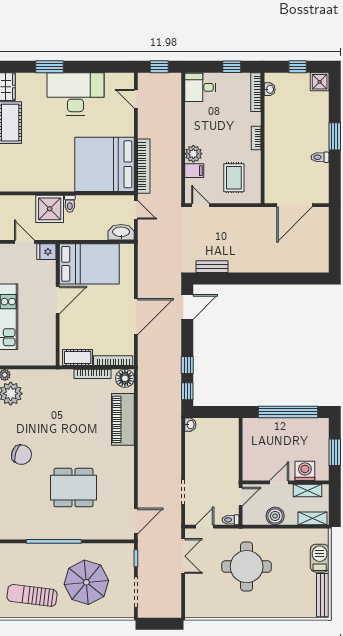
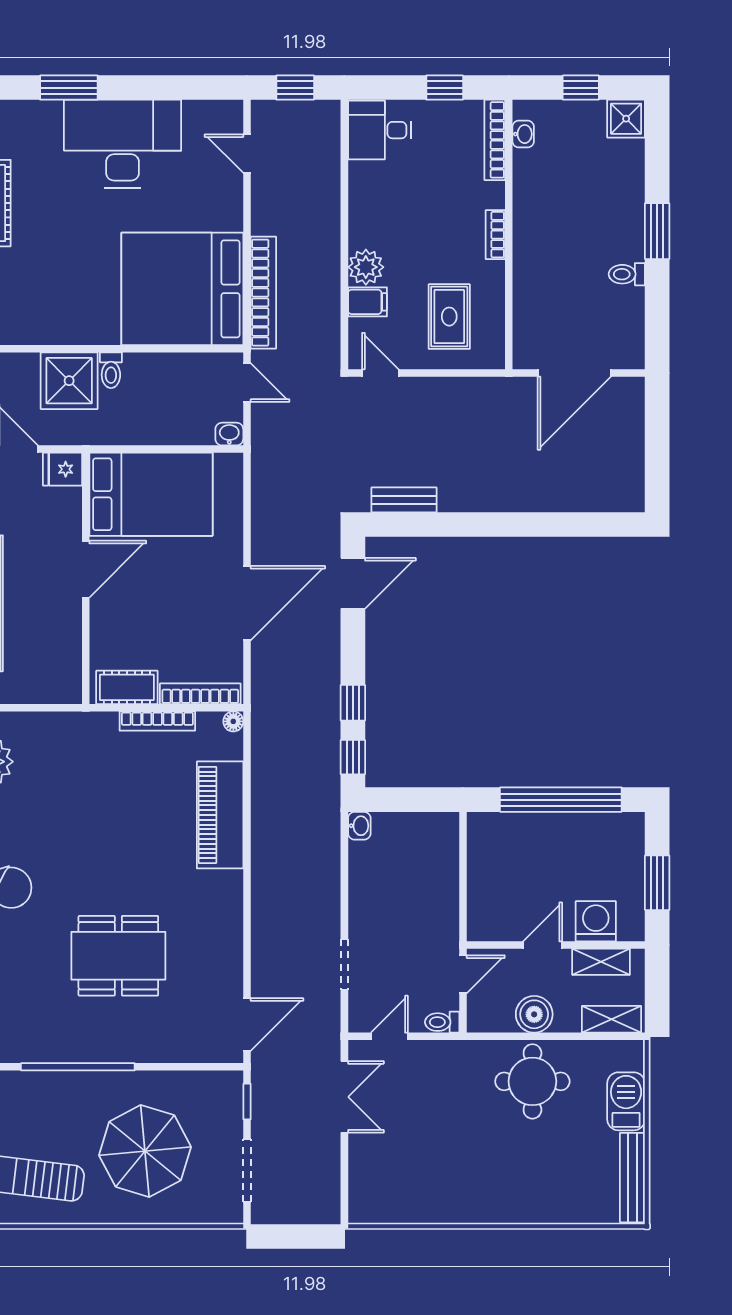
washbasin: (121, 232) -> (229, 434), width x0.52, depth x0.69
floor lamp: (125, 378) -> (233, 721), width x0.53, depth x0.53
round table: (247, 567) -> (532, 1081), moved, width x0.73, depth x0.73

